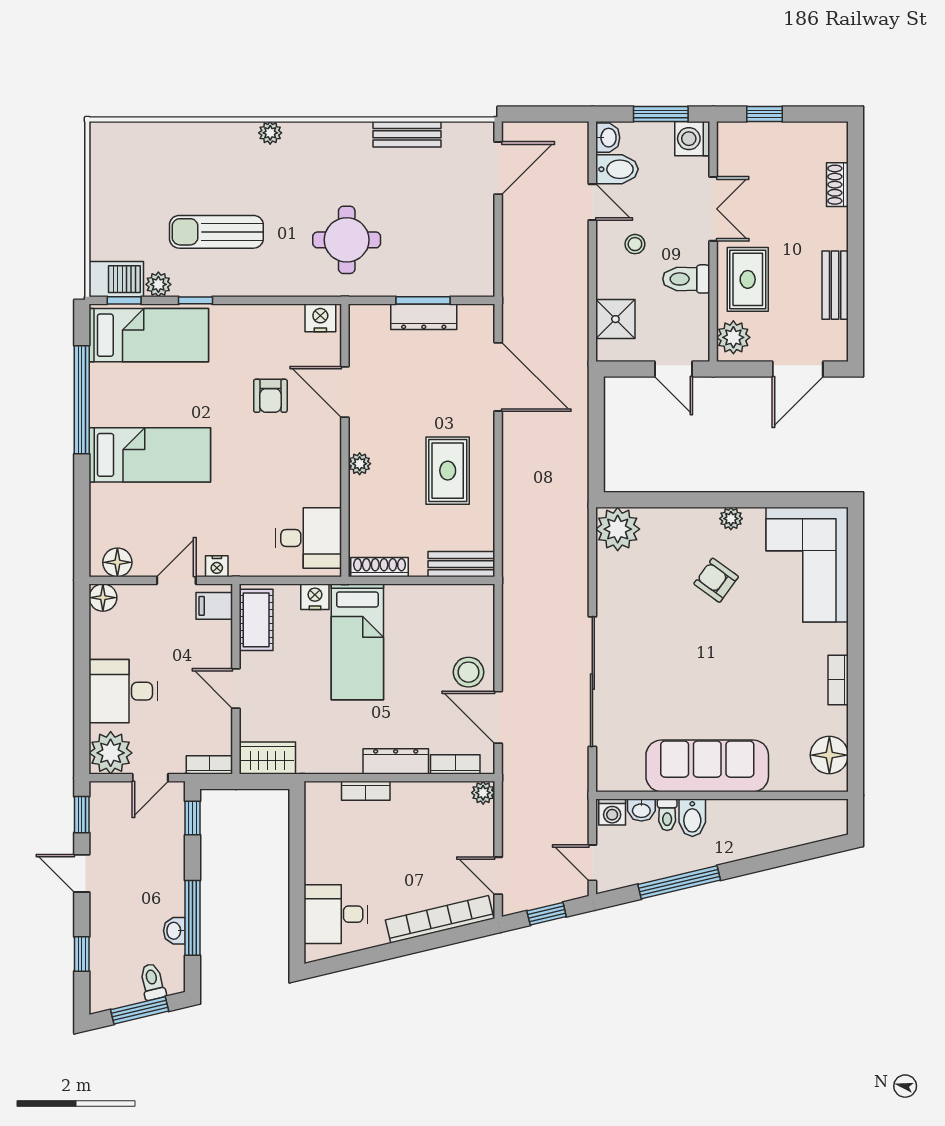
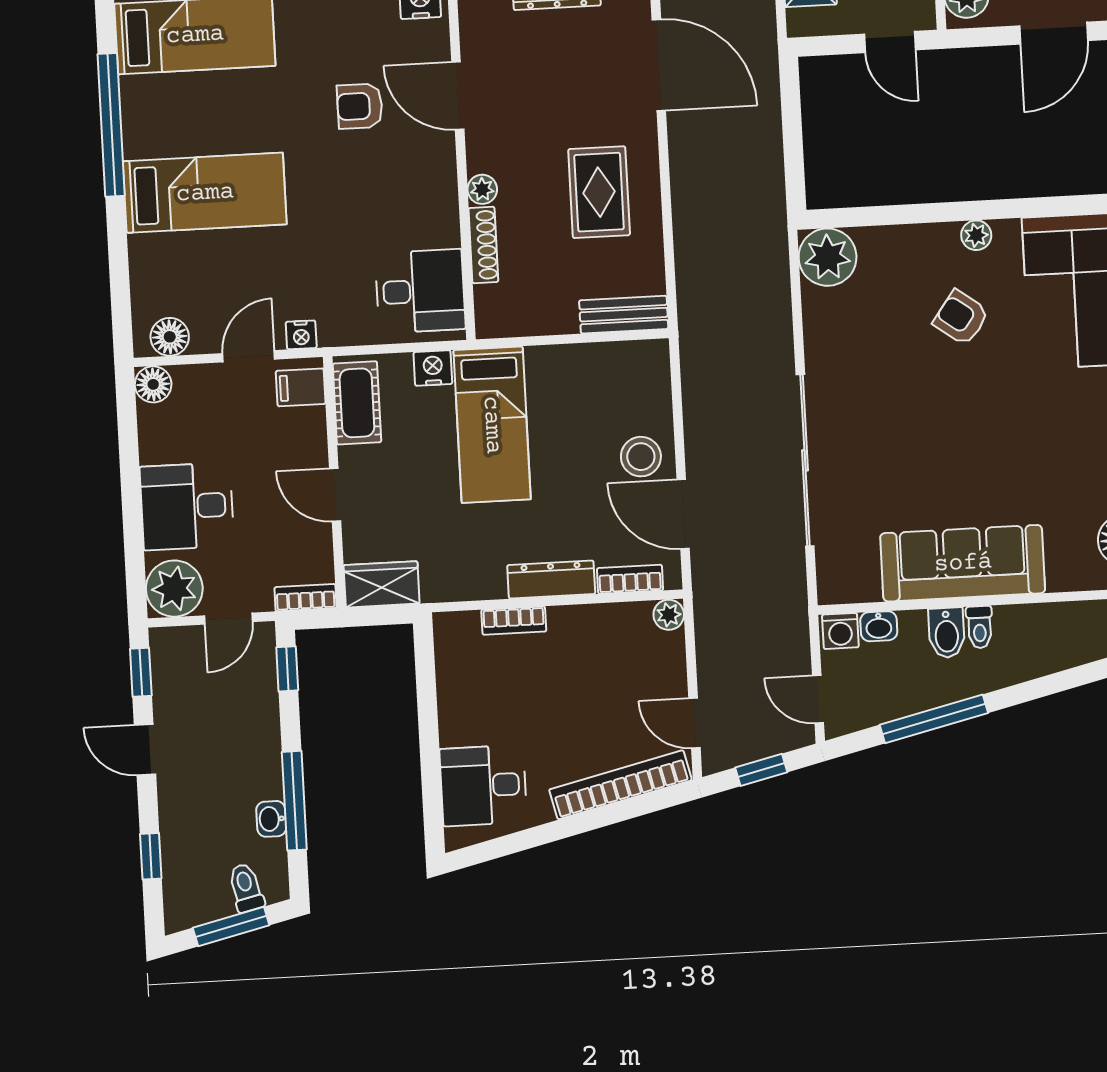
armchair: (270, 396) -> (360, 106), turned 90
shoe rack: (380, 567) -> (483, 245), moved, turned 90
toilet: (667, 815) -> (980, 627), moved

